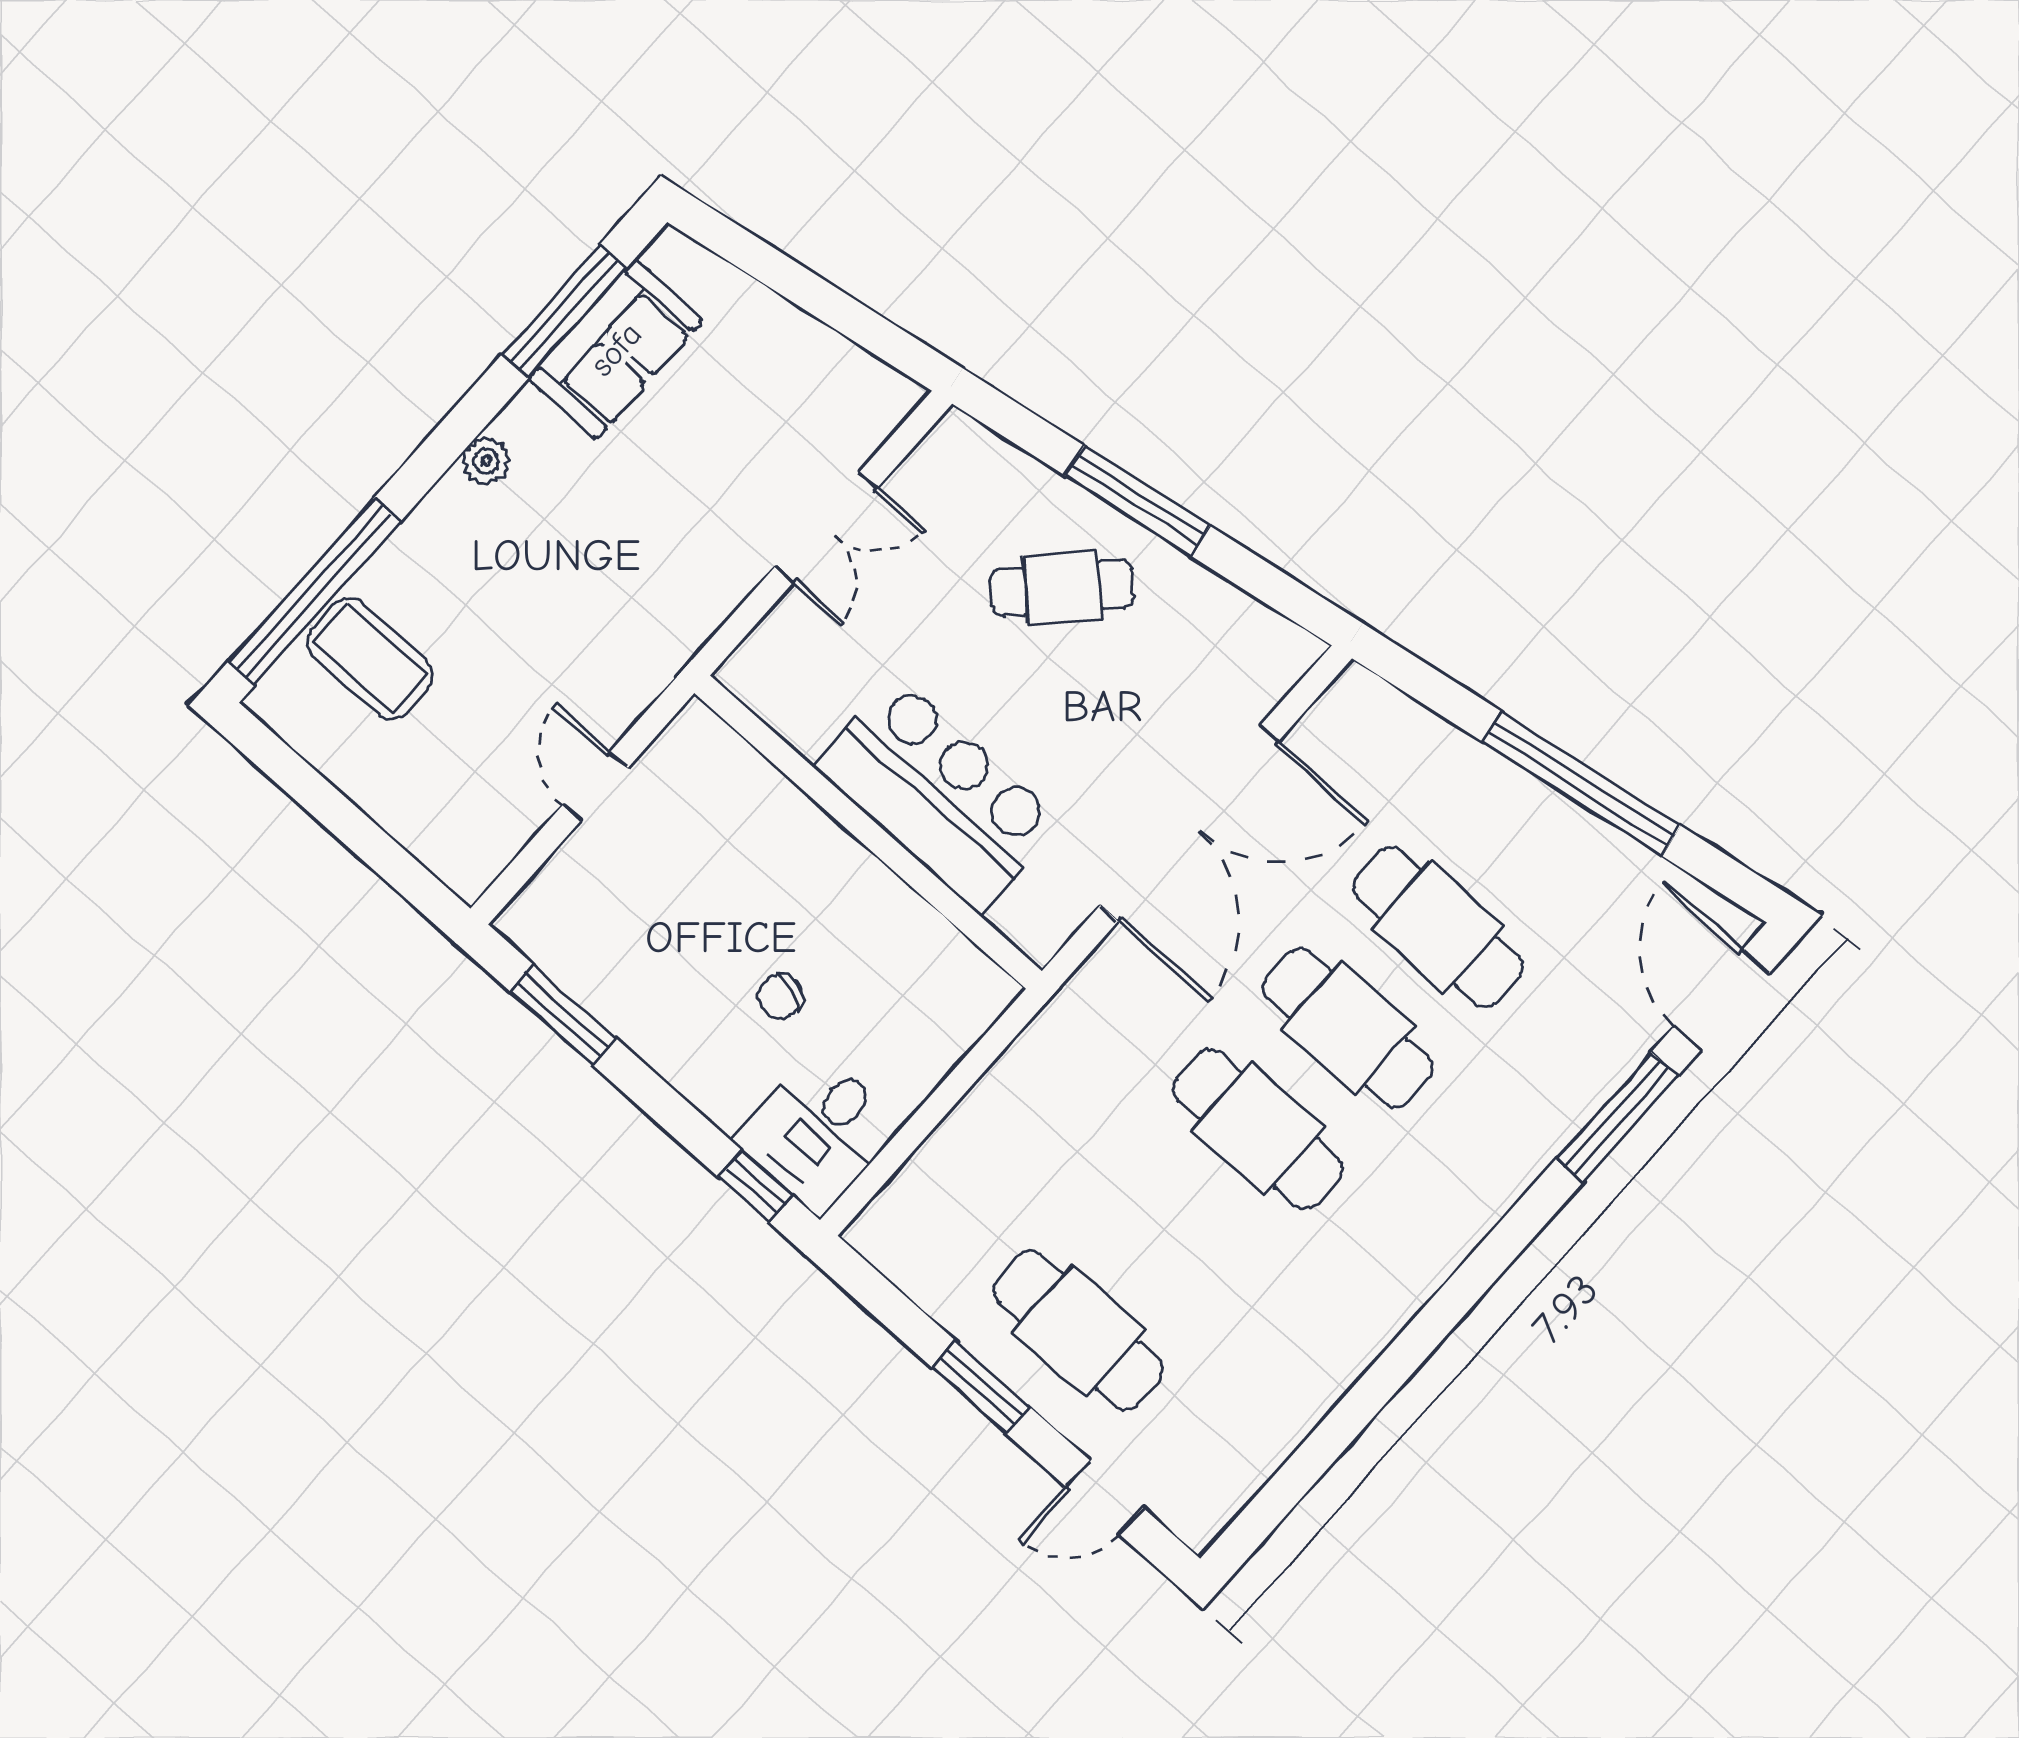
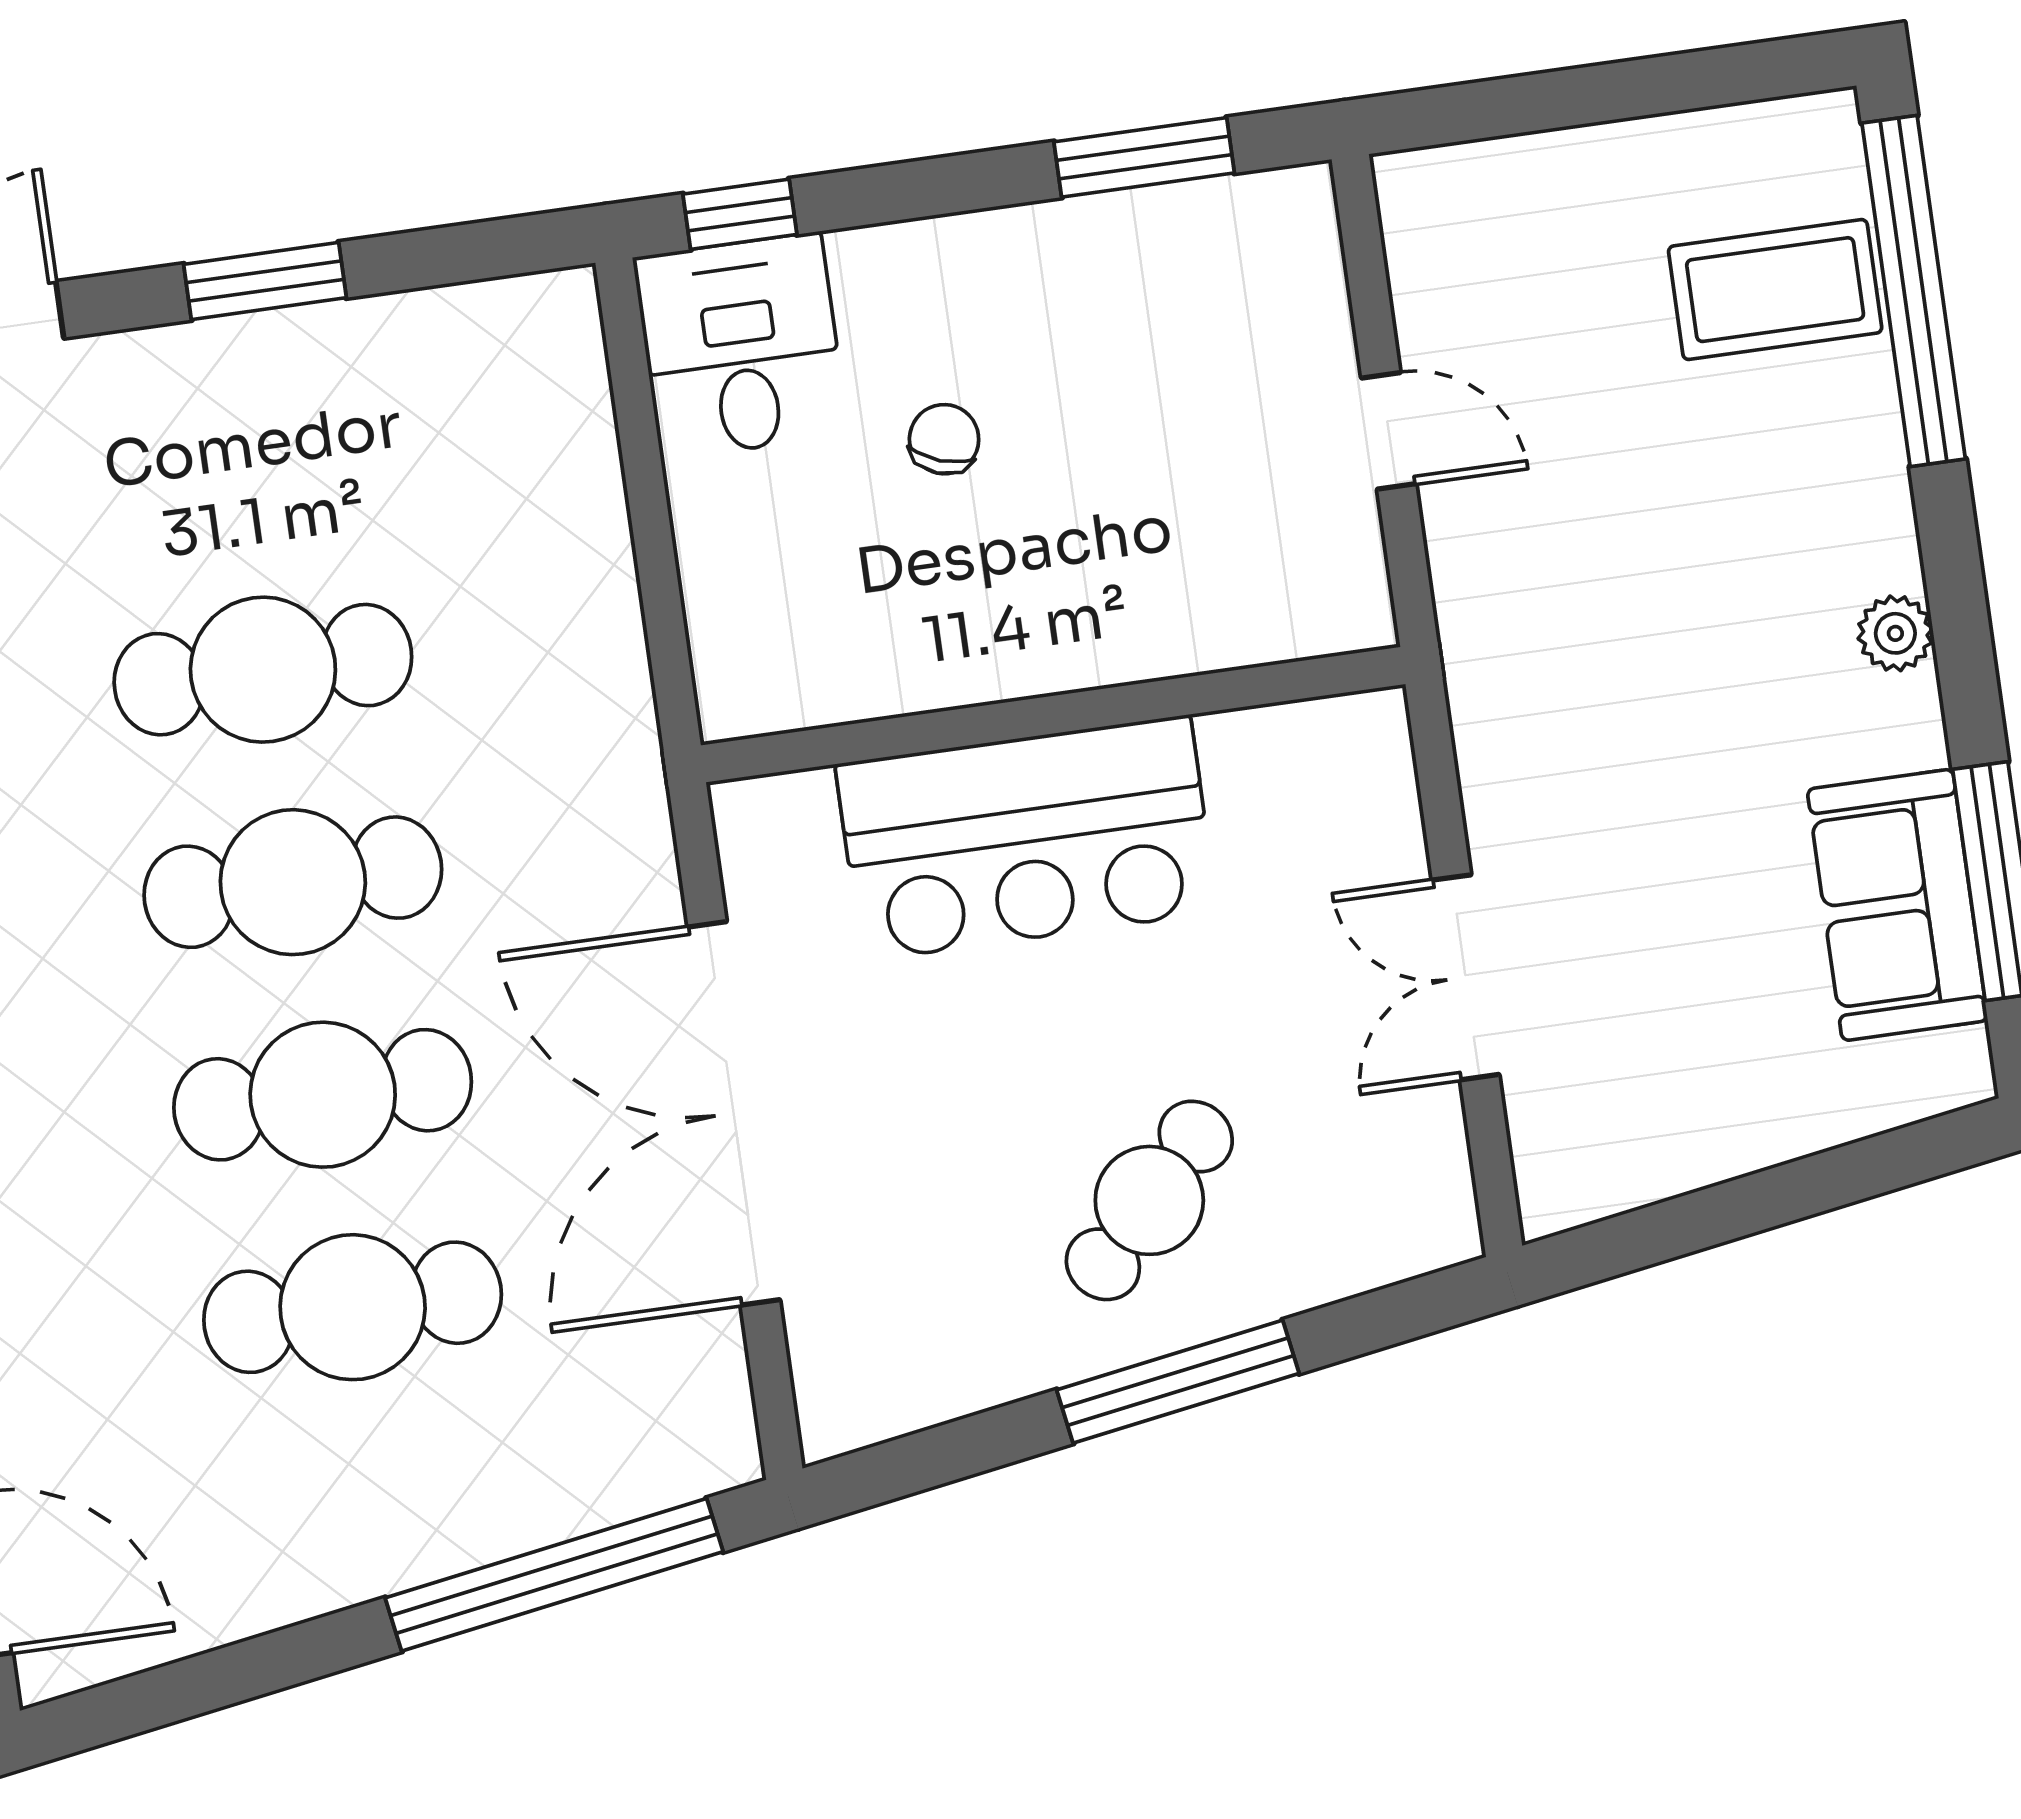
window: (1582, 784) -> (554, 1575), moved
cafe table: (1078, 1331) -> (263, 670), moved

